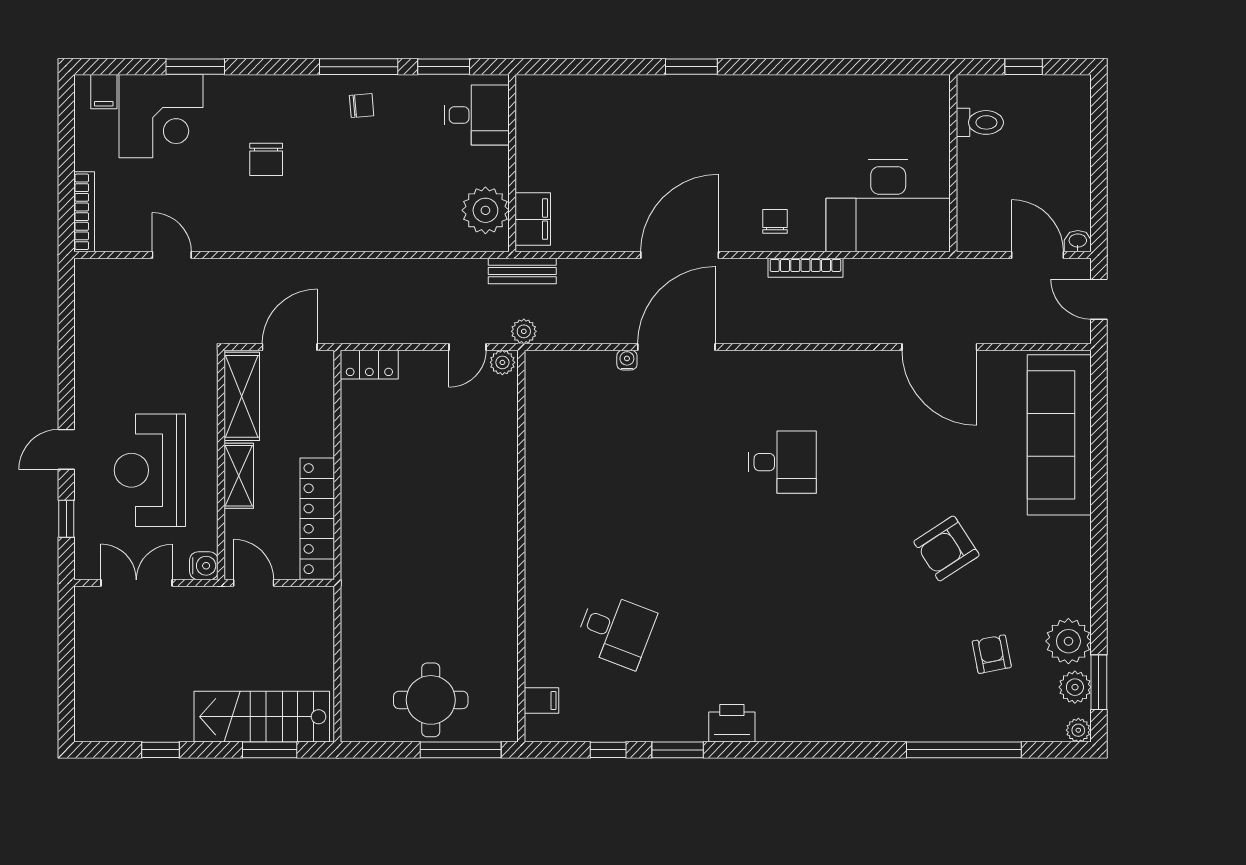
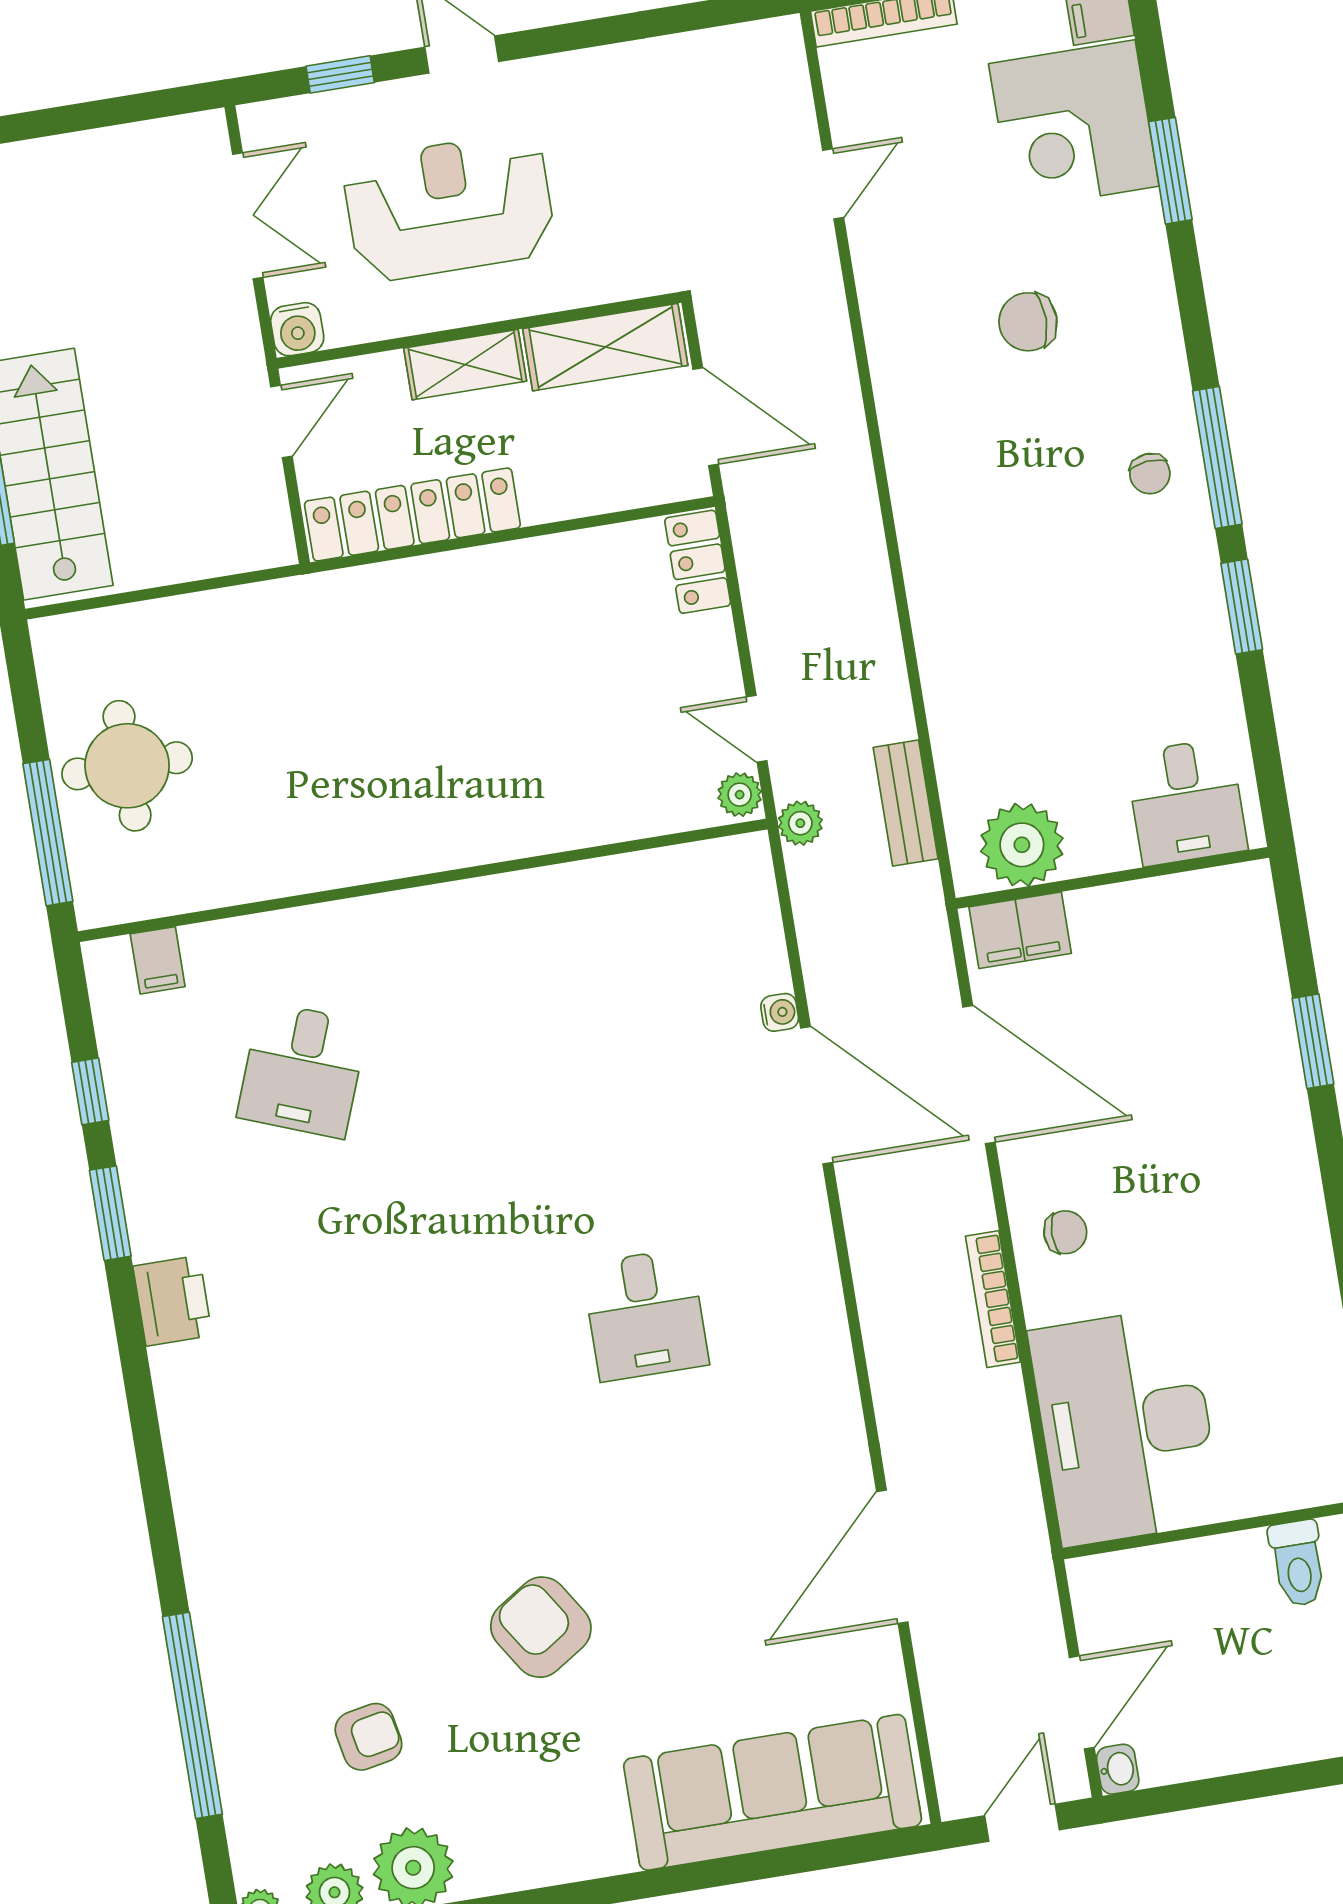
desk: (477, 115) -> (1187, 802), moved
wall: (512, 163) -> (1112, 878), moved
plant: (485, 210) -> (1022, 845), moved
filing cabinet: (533, 219) -> (1020, 930), moved

